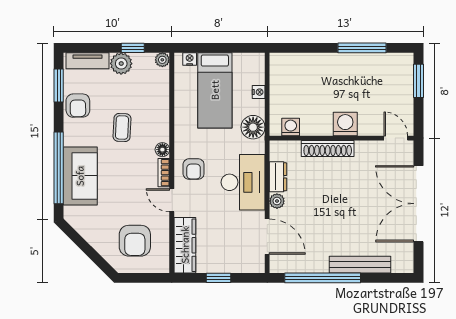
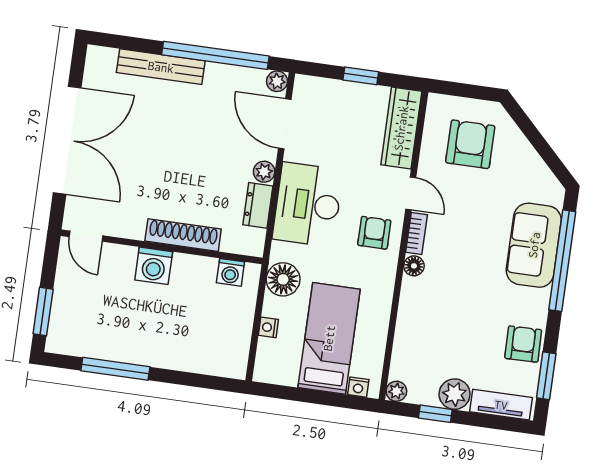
coffee table: (122, 128) -> (466, 305), removed
plant: (277, 266) -> (277, 81), added

